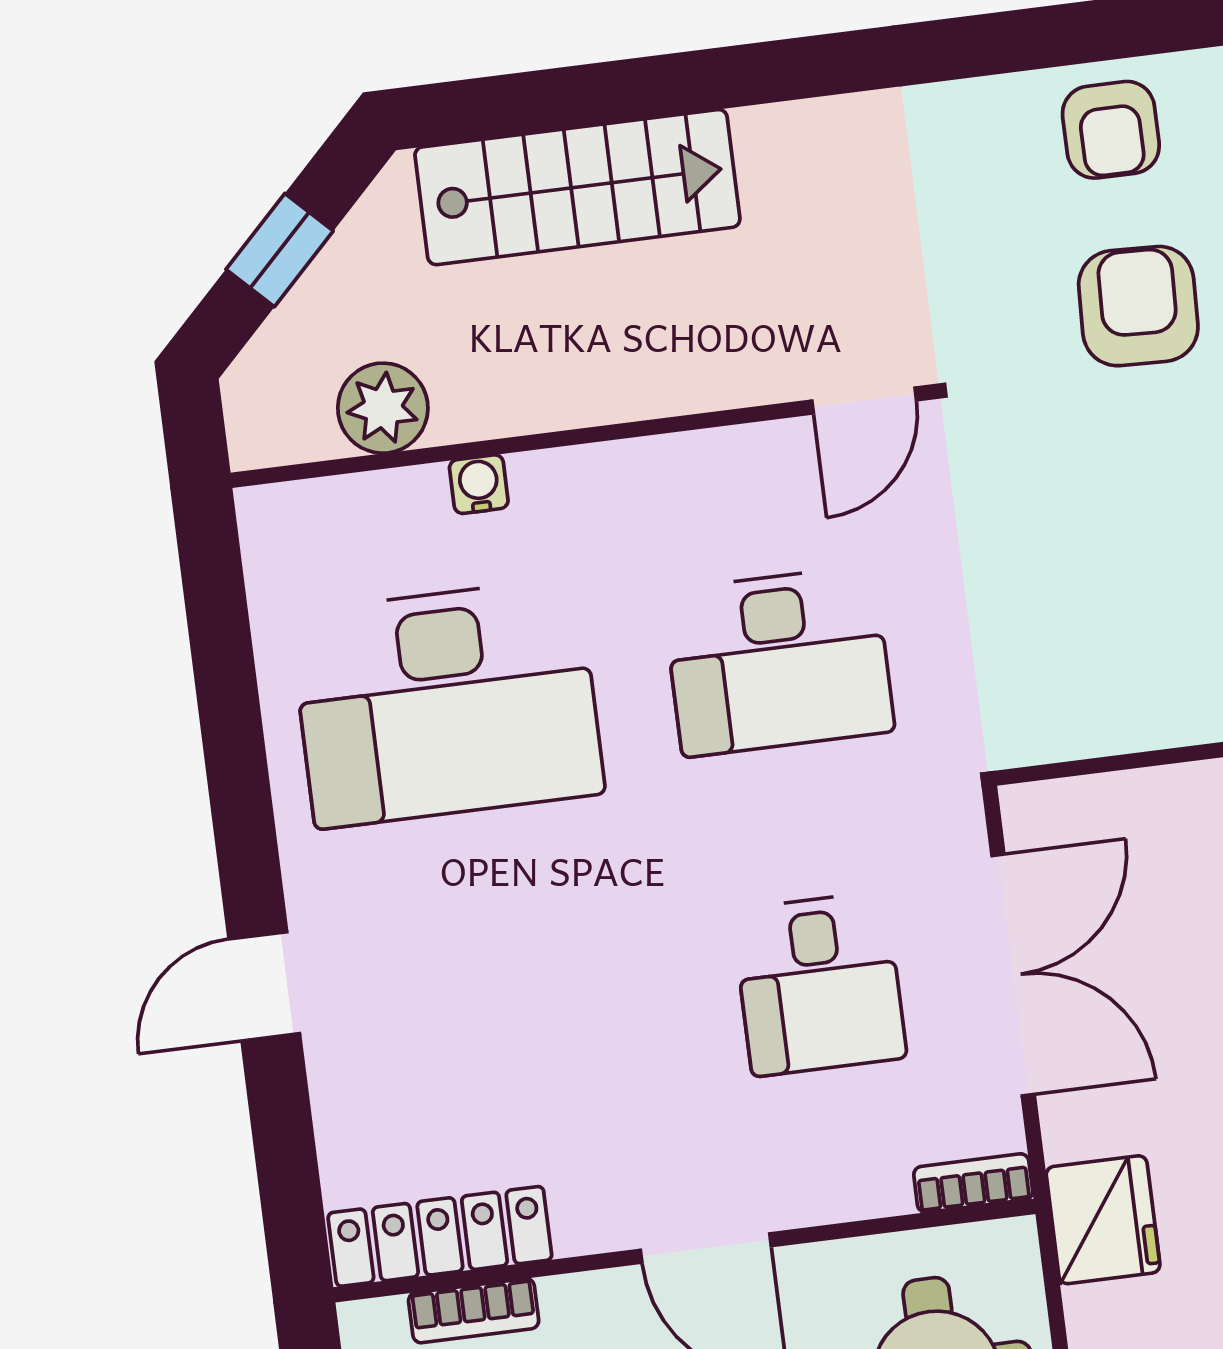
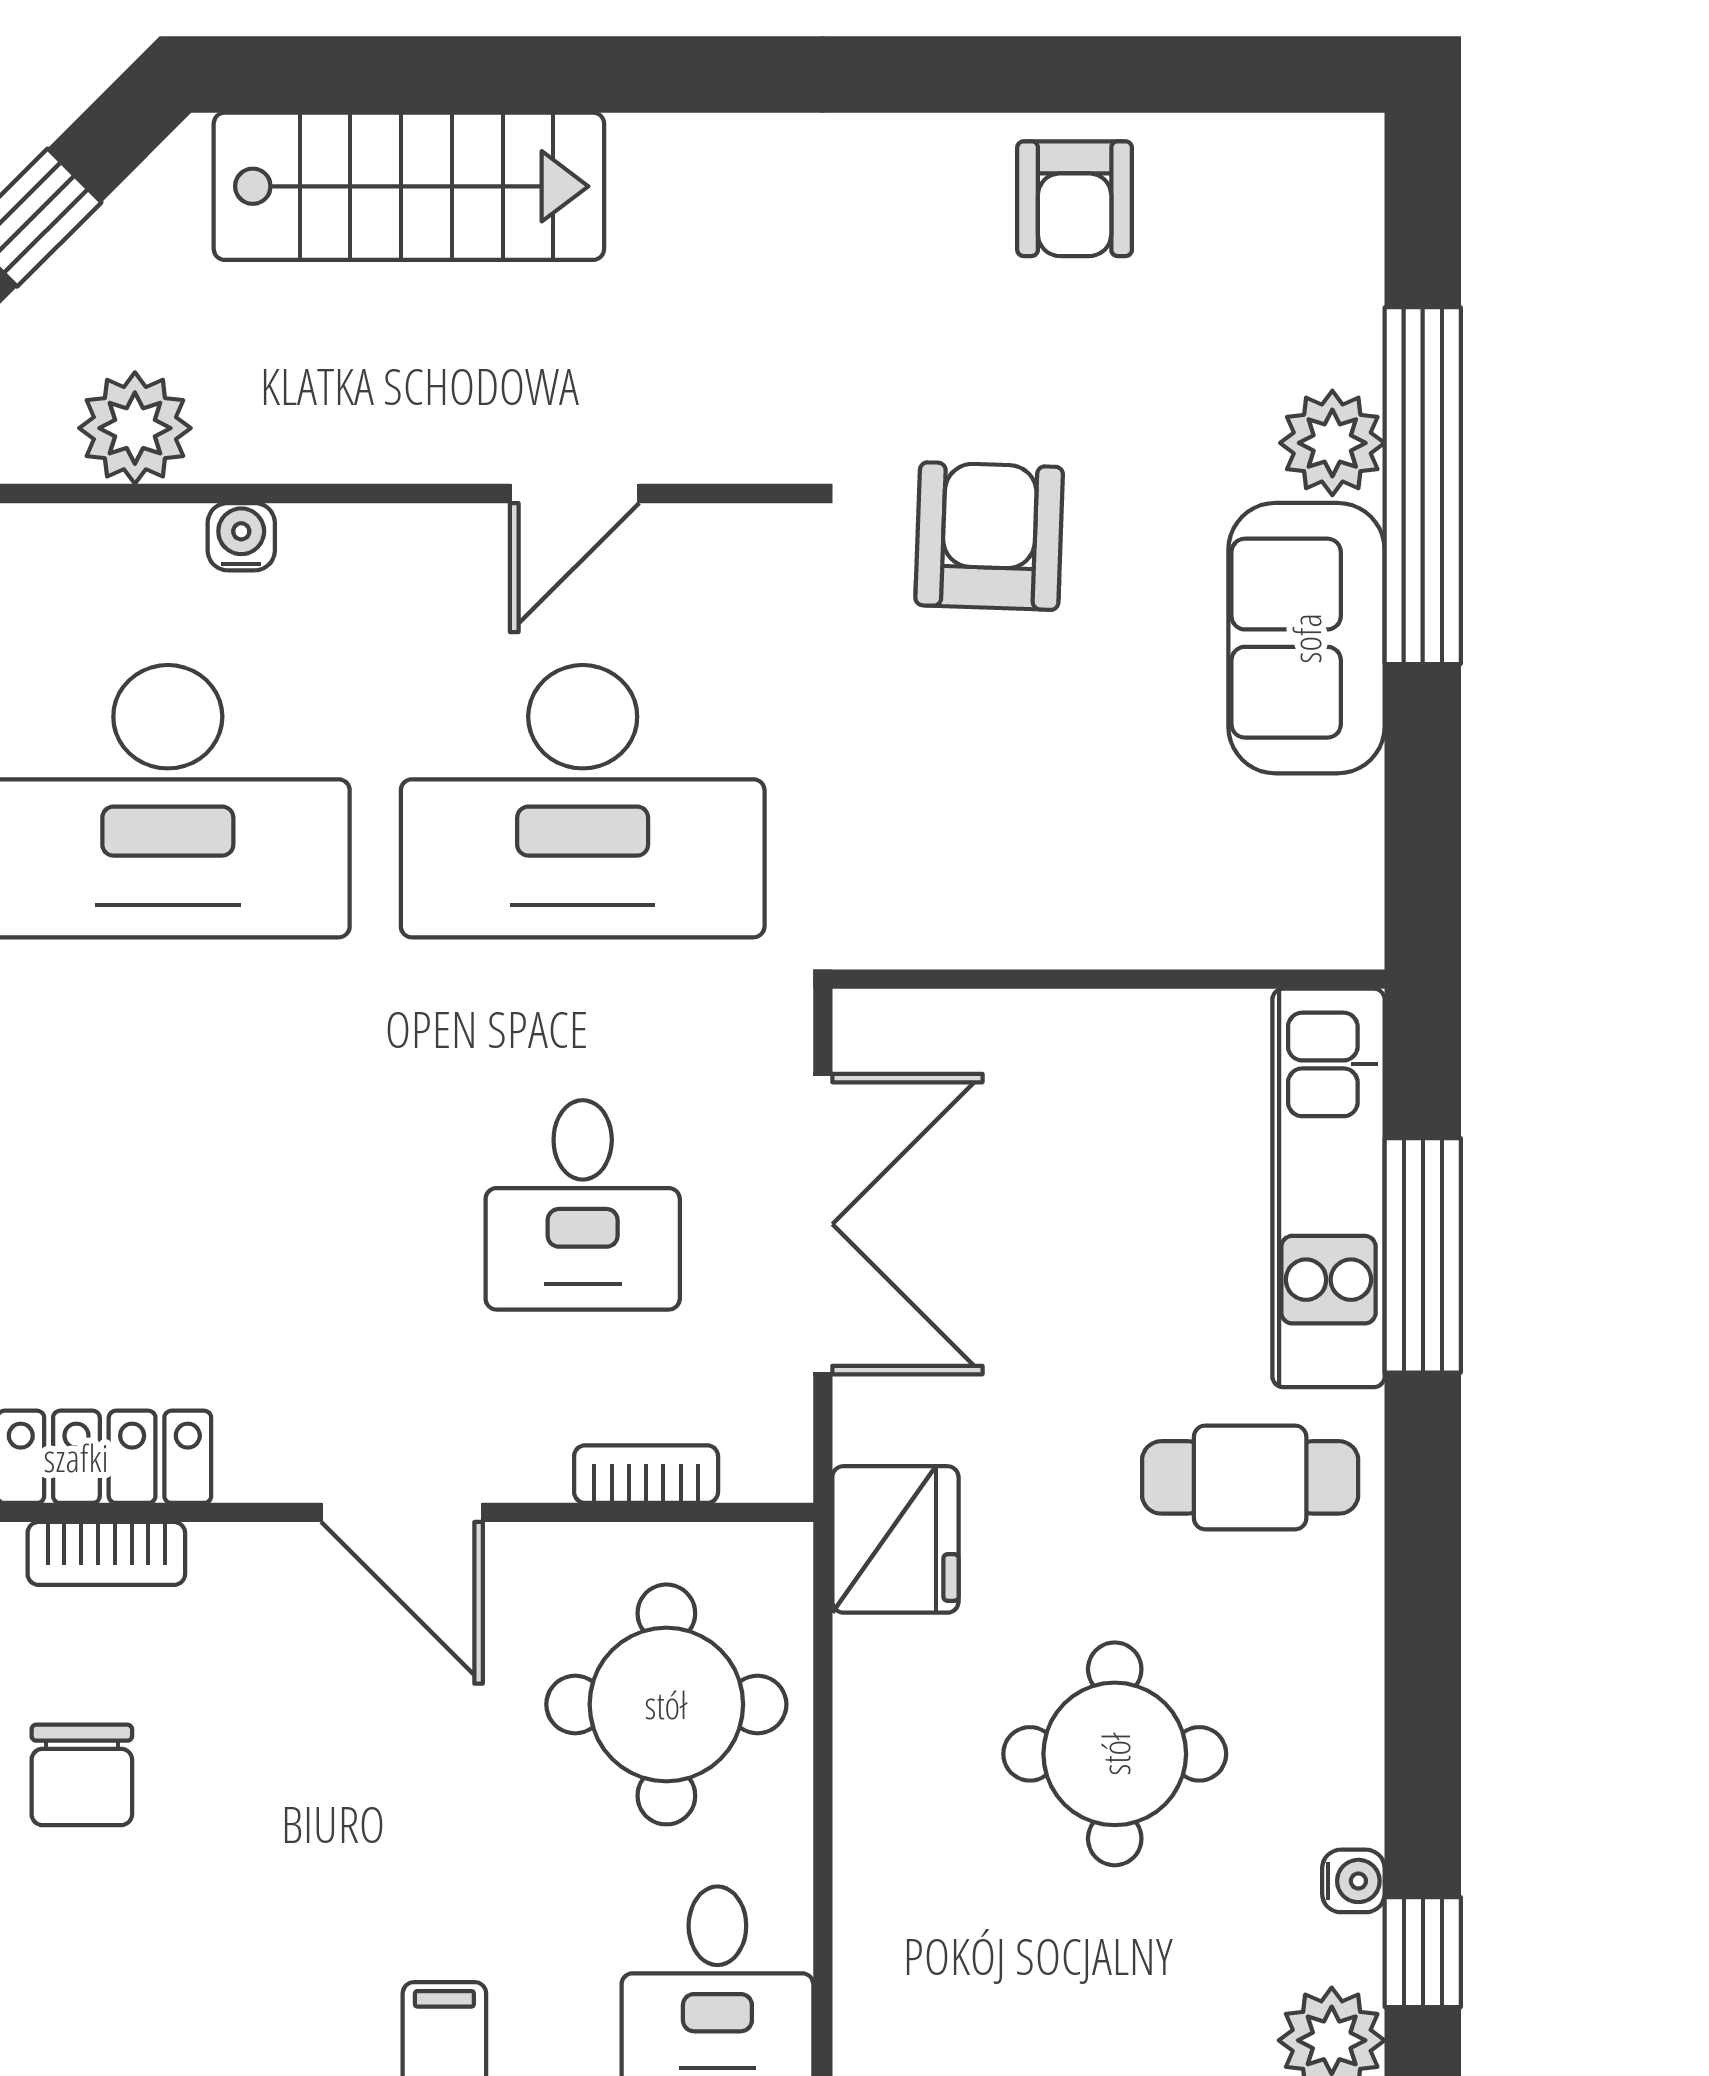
armchair: (1138, 306) -> (989, 536), moved
door: (864, 400) -> (574, 494), moved
desk: (778, 661) -> (583, 801), width x1.36, depth x1.30
bookcase: (973, 1183) -> (646, 1474), moved

